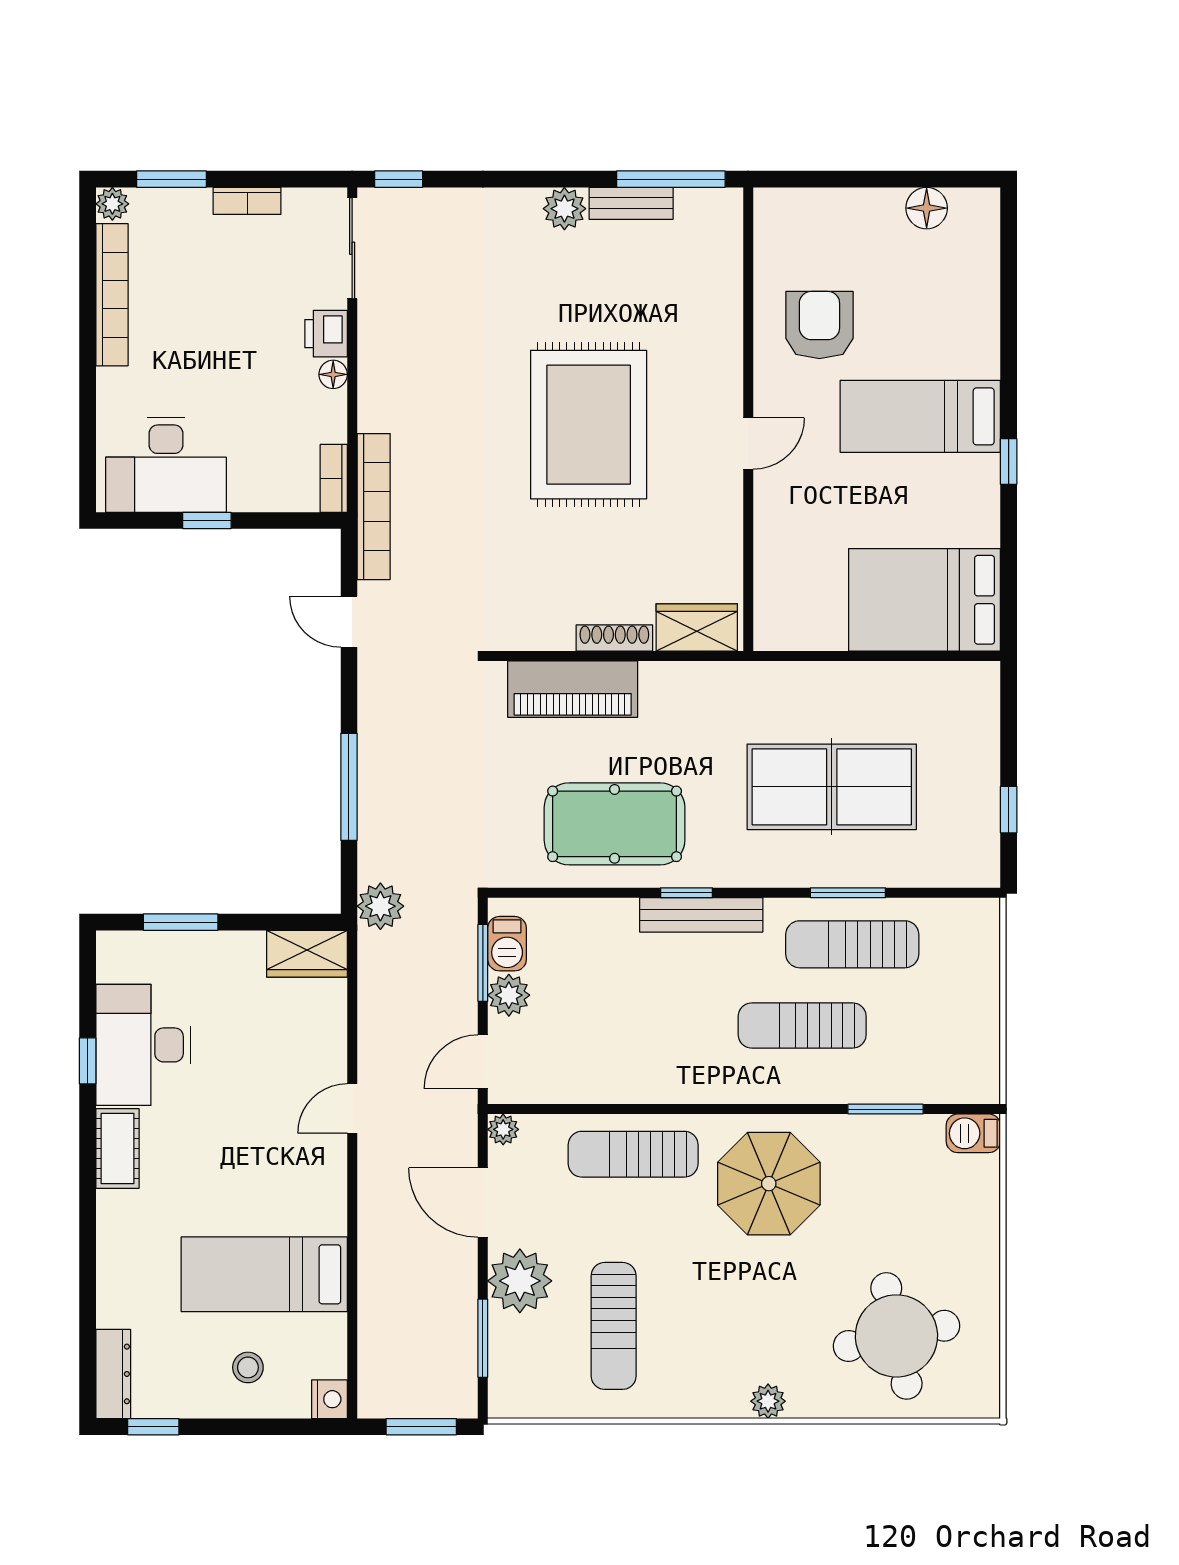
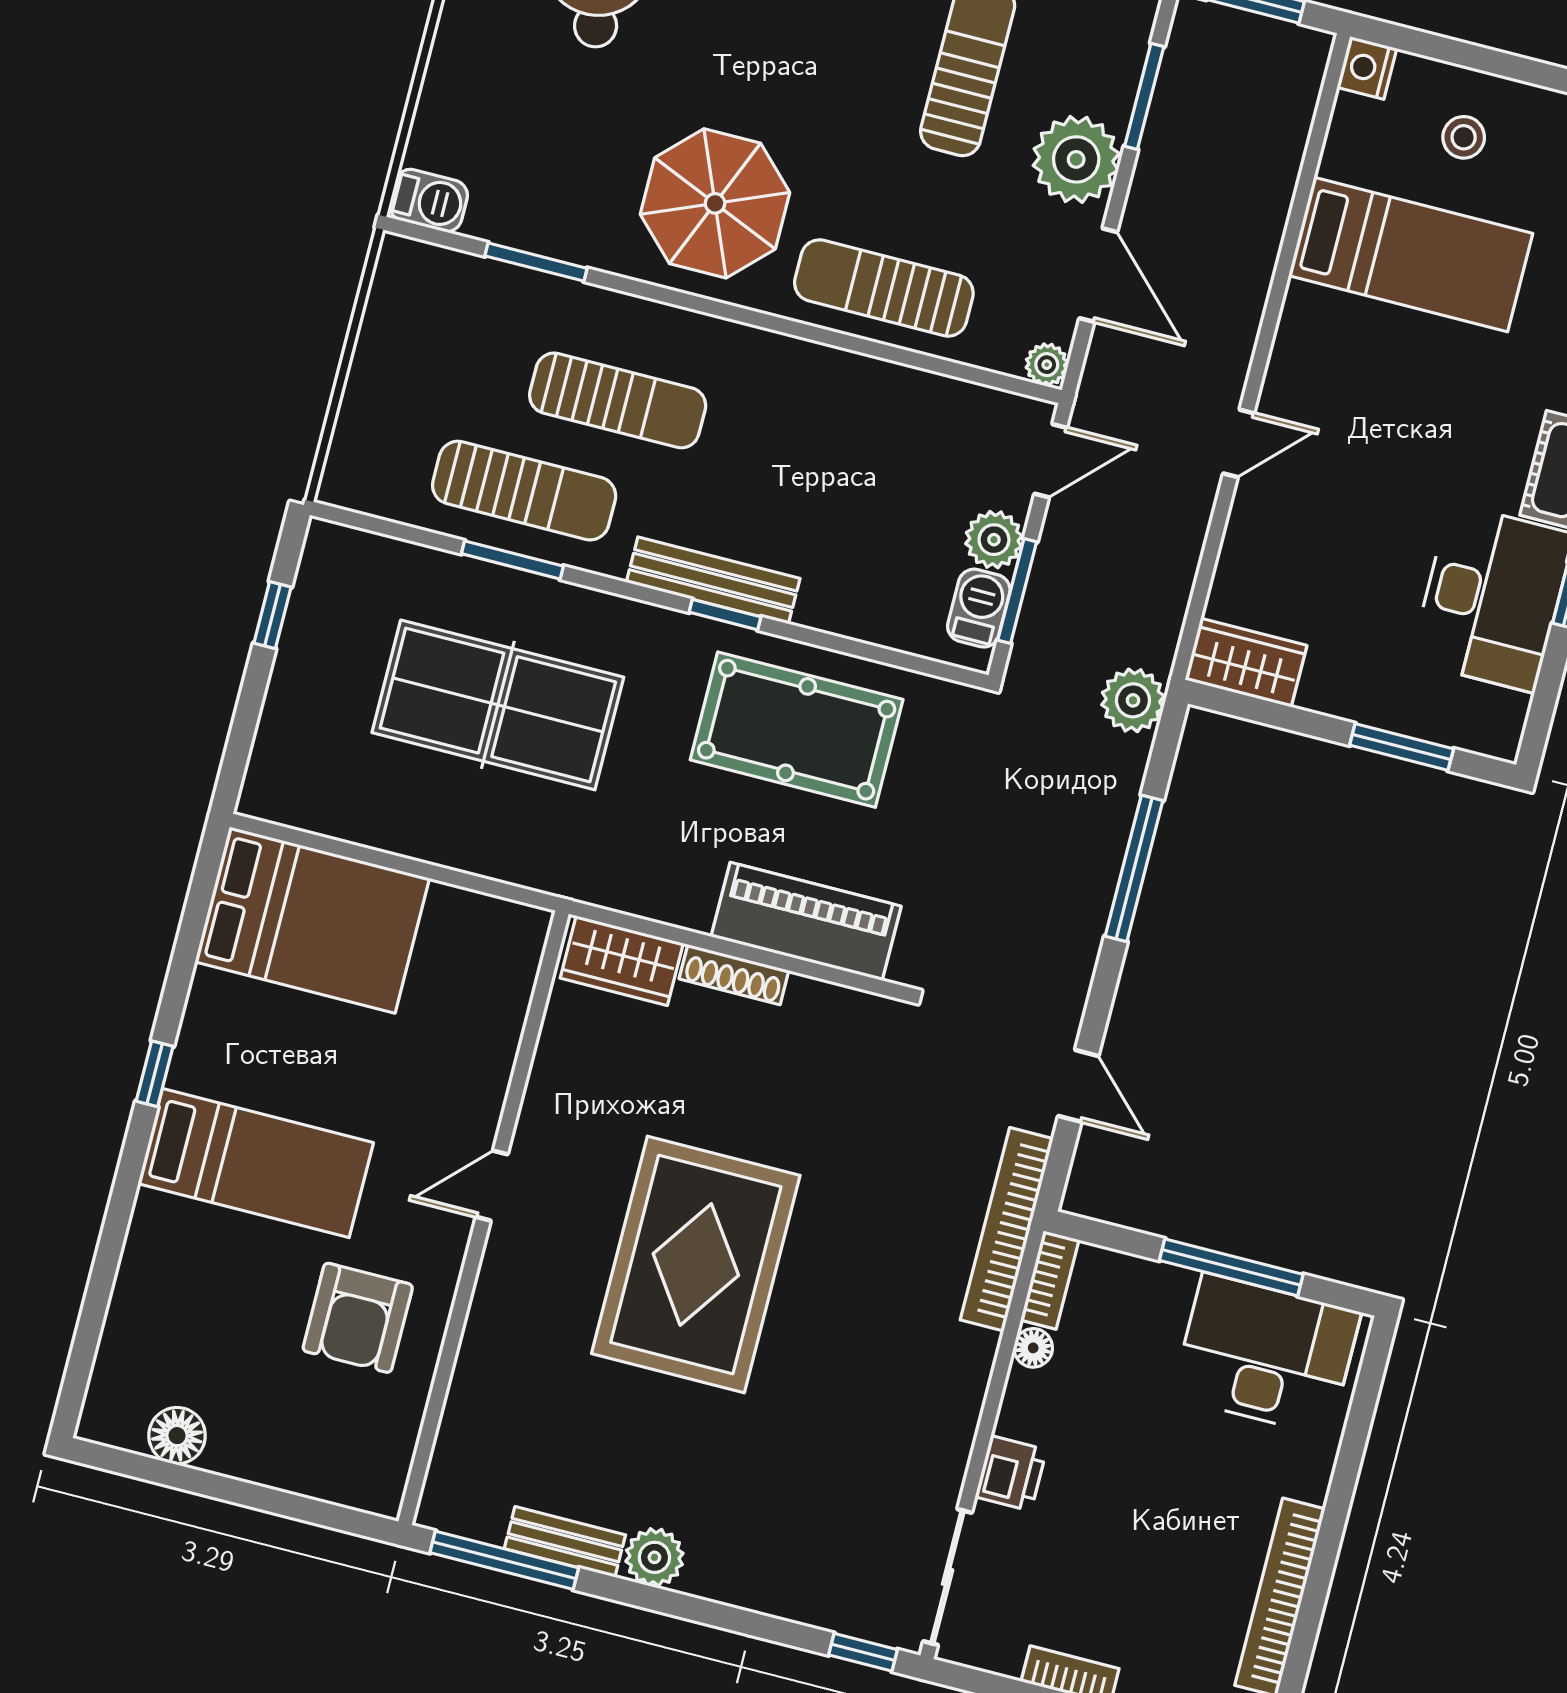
floor lamp: (333, 374) -> (1033, 1348), moved
window: (207, 520) -> (1231, 1267), width x2.17
sun lounger: (633, 1154) -> (884, 288), turned 180

